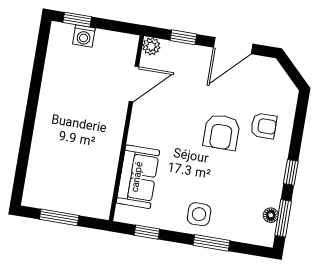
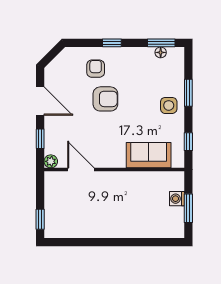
washing machine: (84, 36) -> (177, 199), moved, turned 180
window: (291, 172) -> (112, 43), moved

